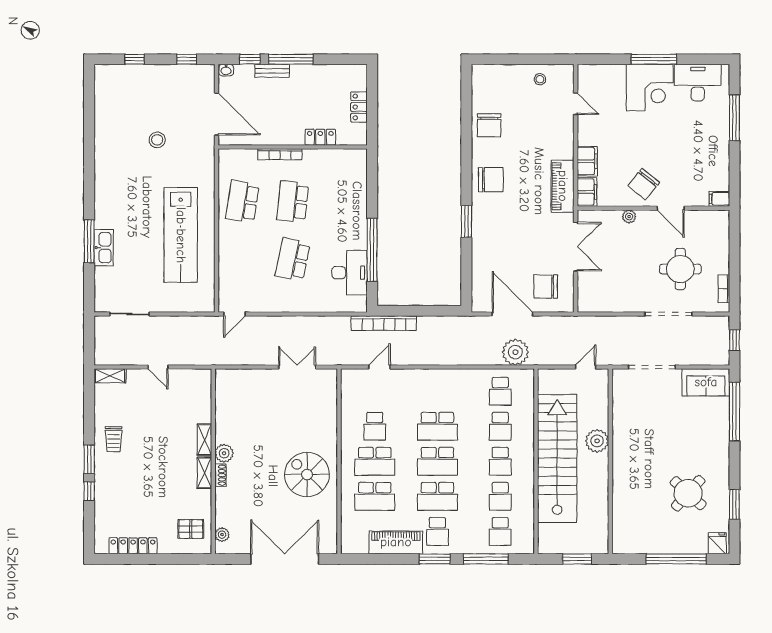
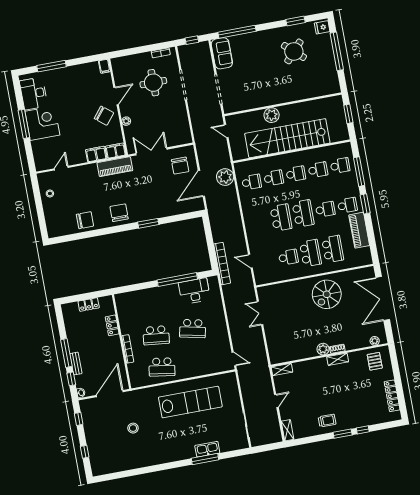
shelving: (204, 440) -> (282, 370), moved
school desk: (437, 496) -> (325, 209), width x0.54

